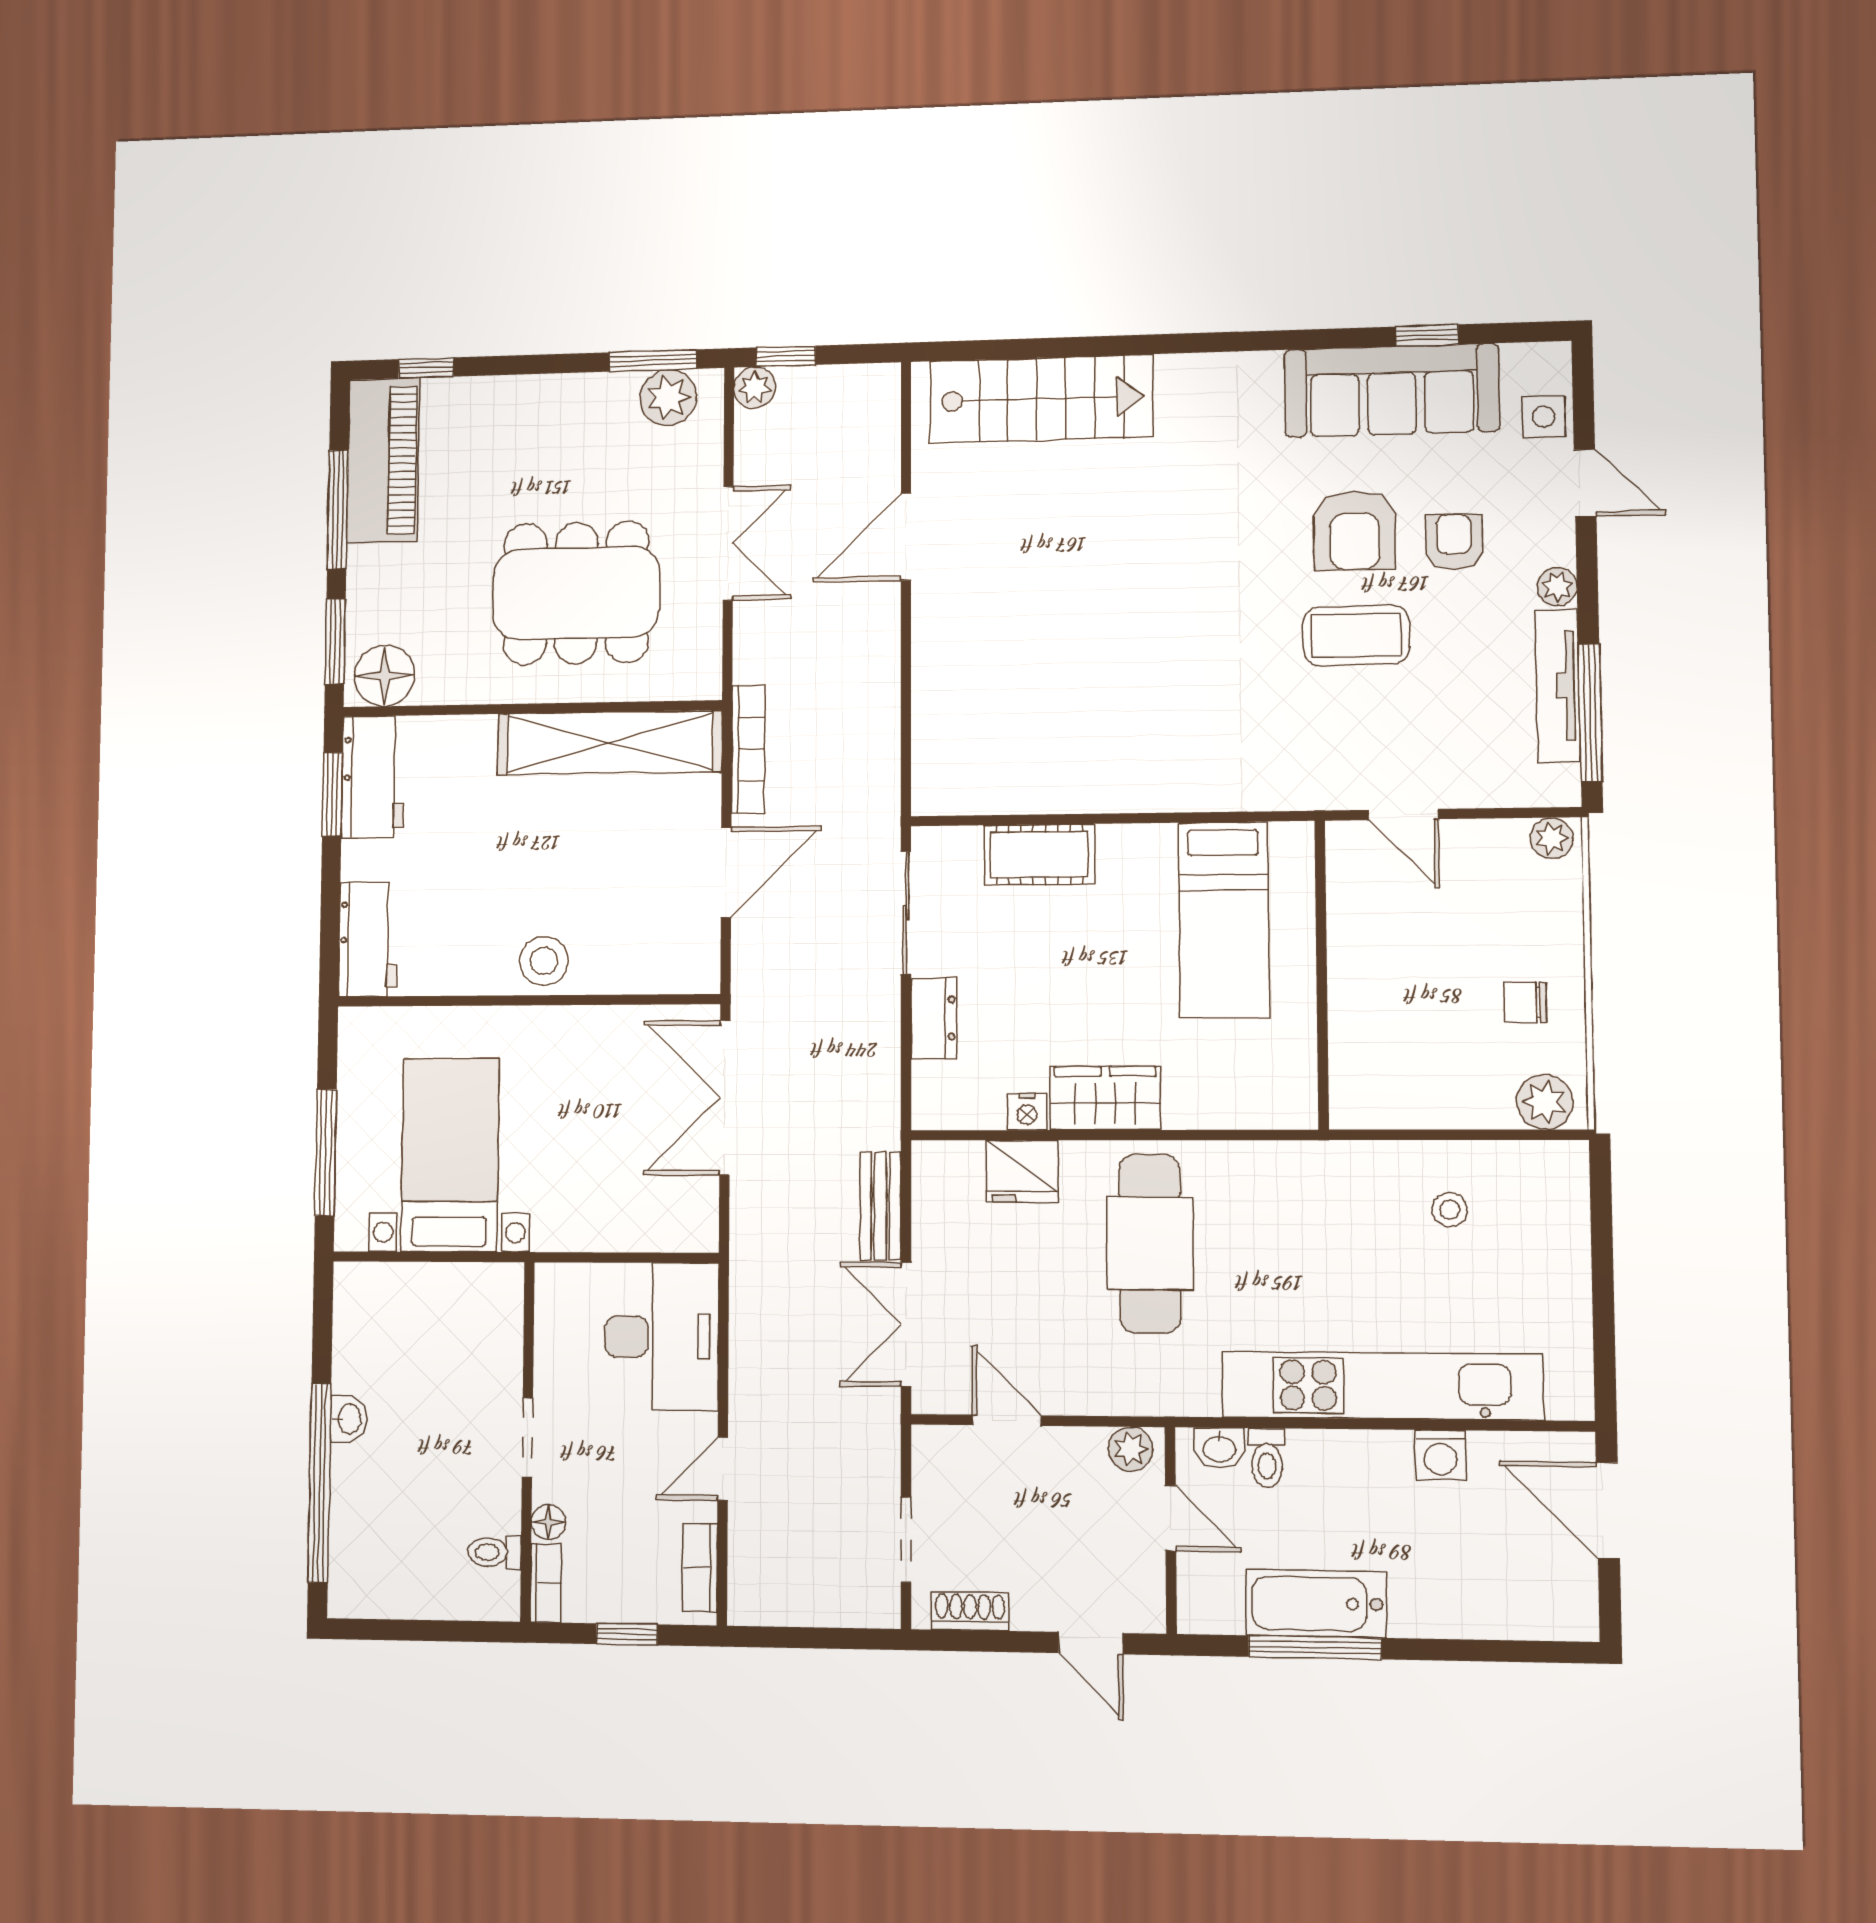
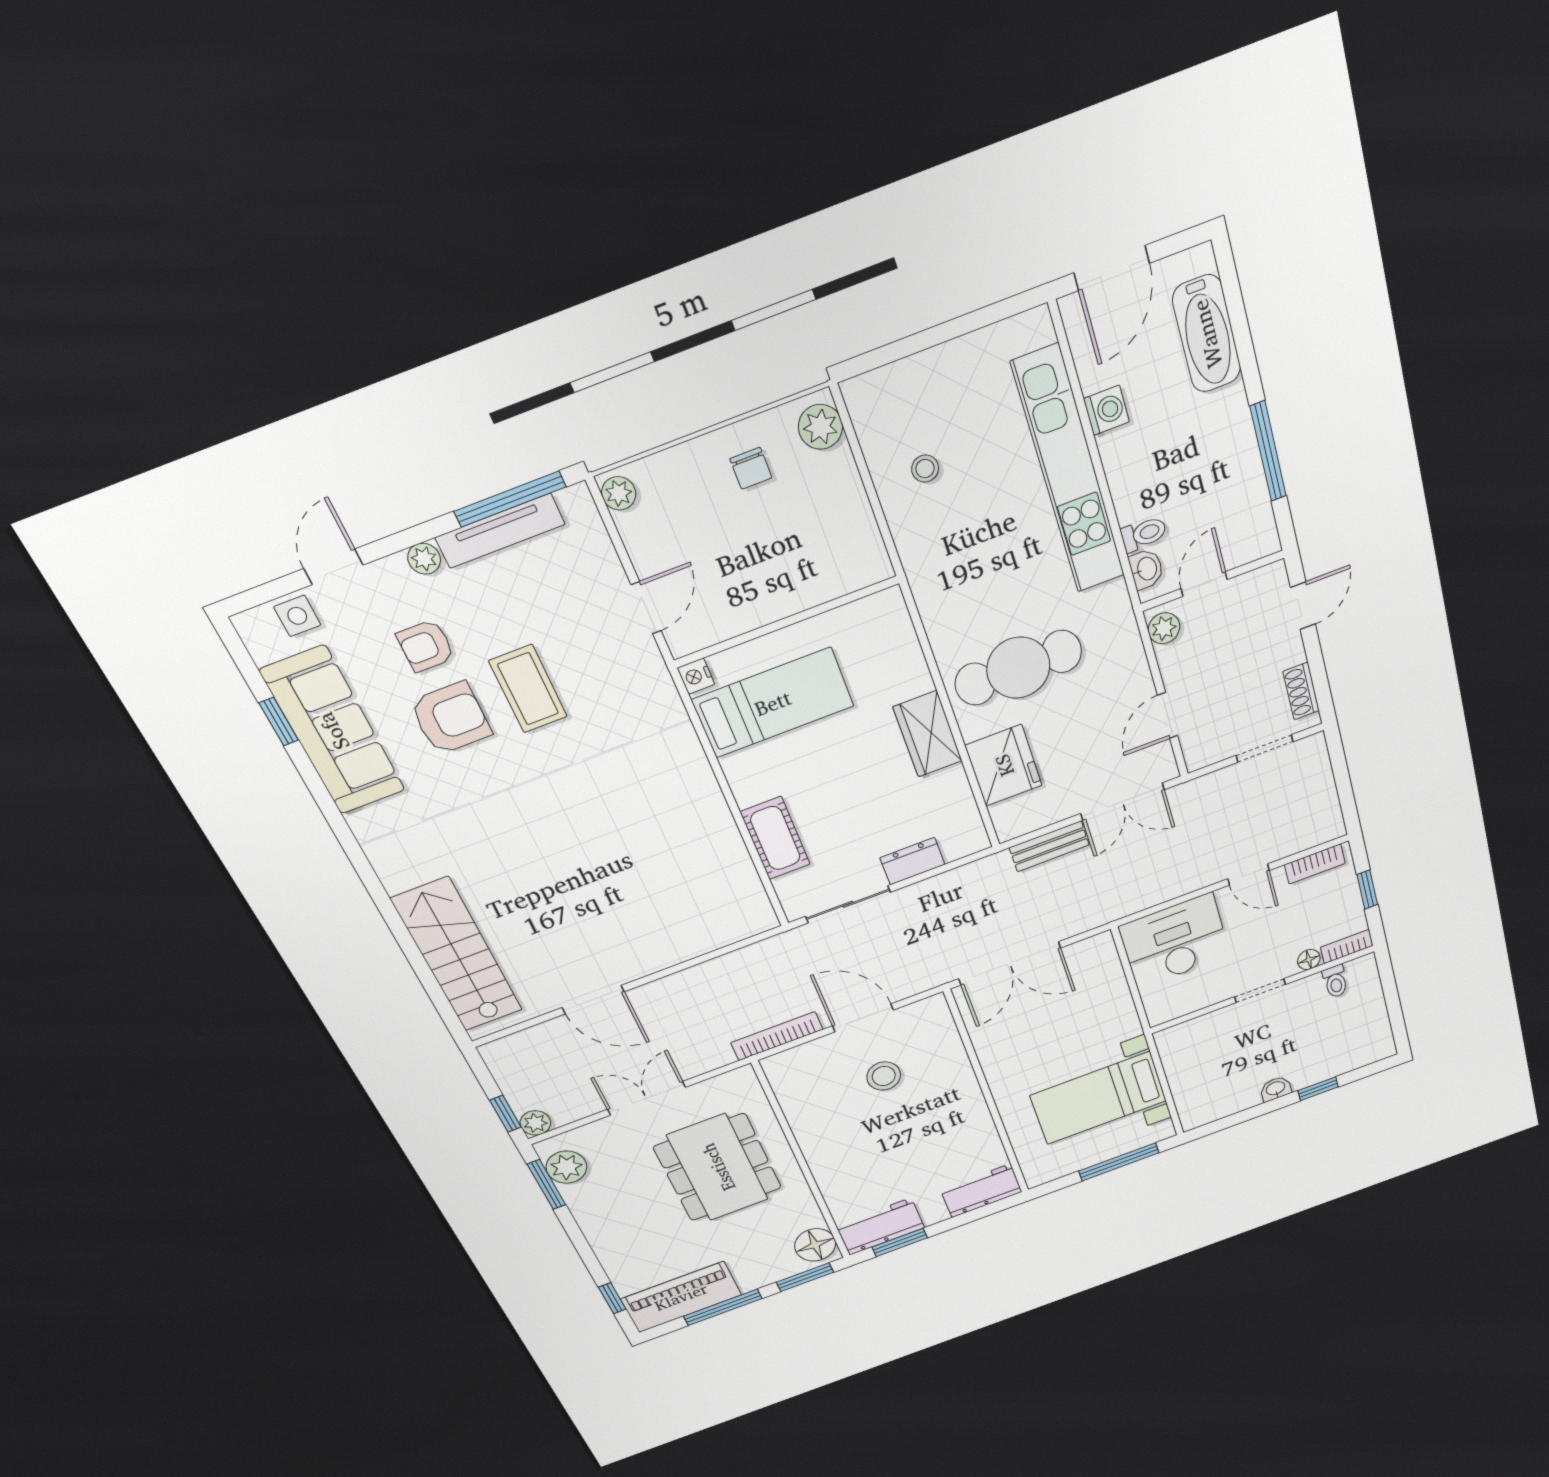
shelving: (610, 743) -> (806, 1113), removed
stool: (544, 961) -> (884, 1076), moved
nightstand: (1027, 1112) -> (696, 676), moved, turned 180
fridge: (1022, 1171) -> (1004, 765), width x1.36, depth x1.34
window: (320, 1483) -> (1318, 1089), width x0.32
bathtub: (1316, 1604) -> (1207, 334), moved

